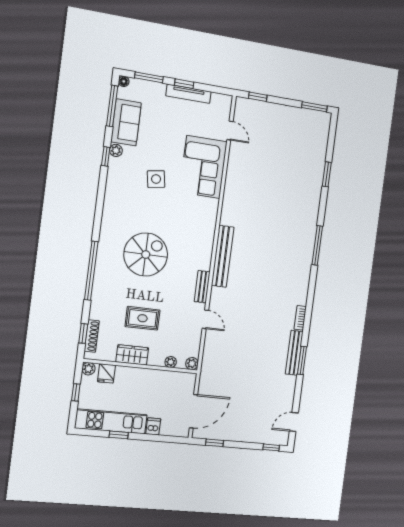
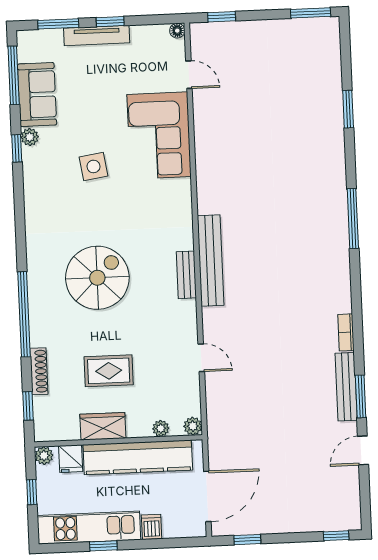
floor lamp: (124, 81) -> (177, 31), moved
tv unit: (189, 94) -> (97, 35), moved
bench: (202, 287) -> (186, 275), moved
shoe rack: (92, 336) -> (39, 371), moved
kitchen counter: (152, 379) -> (138, 457), added
door: (294, 422) -> (363, 450), moved

